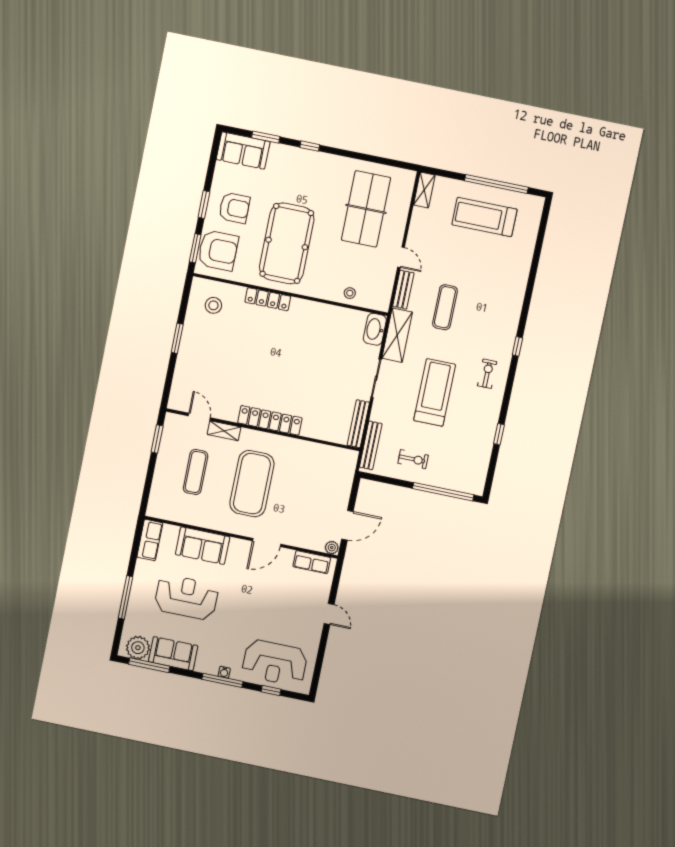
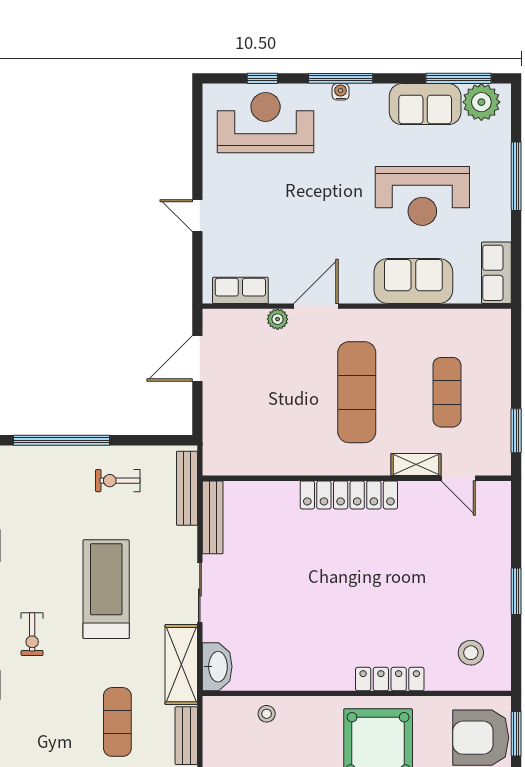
treadmill: (435, 392) -> (106, 589), turned 180
exercise mat: (252, 484) -> (357, 392), width x0.68
plant: (332, 548) -> (278, 319), moved

